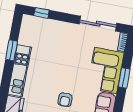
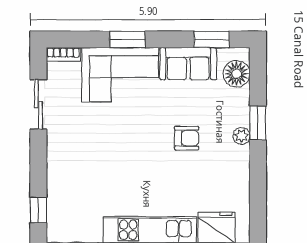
sliding door: (98, 24) -> (38, 104), width x0.73

